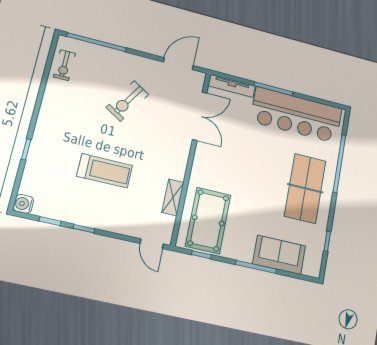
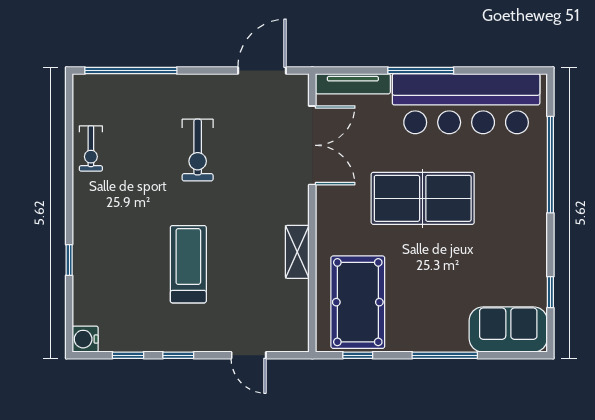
exercise bike: (64, 65) -> (91, 148), moved
exercise bike: (127, 101) -> (198, 150), turned -32
treadmill: (105, 171) -> (188, 264), turned -90
table tennis table: (305, 188) -> (423, 198), moved, turned 90
shelving: (173, 197) -> (297, 252), moved
door: (152, 244) -> (249, 355), moved
sofa: (279, 255) -> (508, 329), moved

